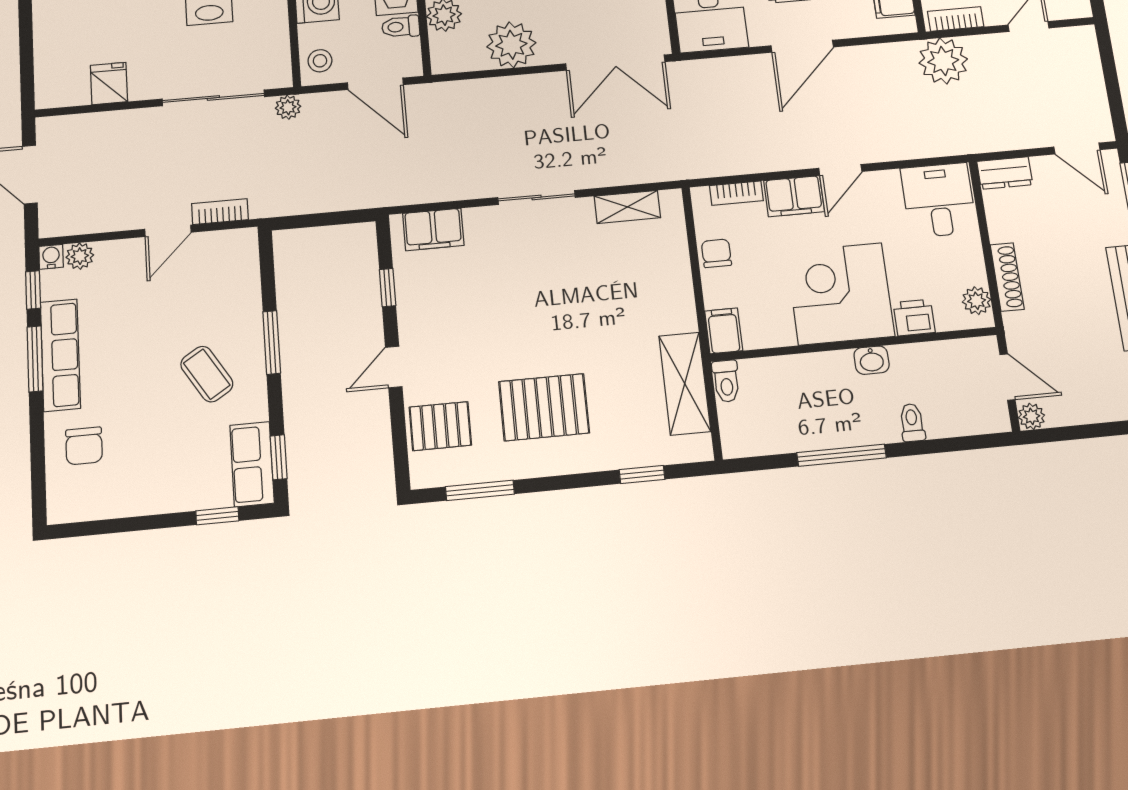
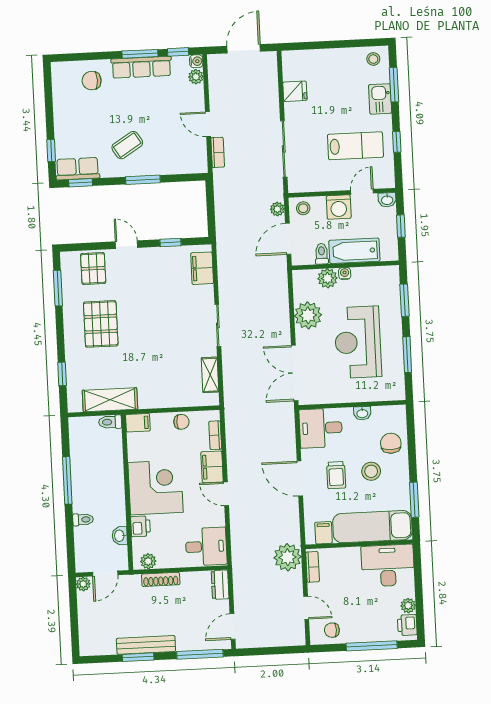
plant: (288, 107) -> (277, 209), moved
washbasin: (872, 360) -> (120, 536), moved

